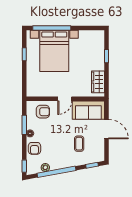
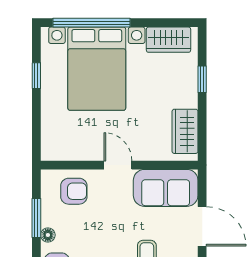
wardrobe: (90, 36) -> (169, 40), added
door: (65, 99) -> (118, 165), swing flipped

